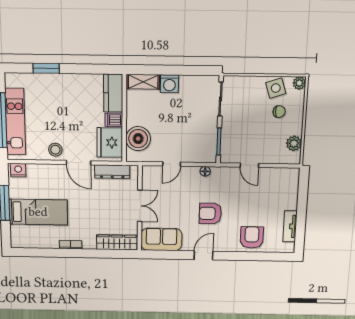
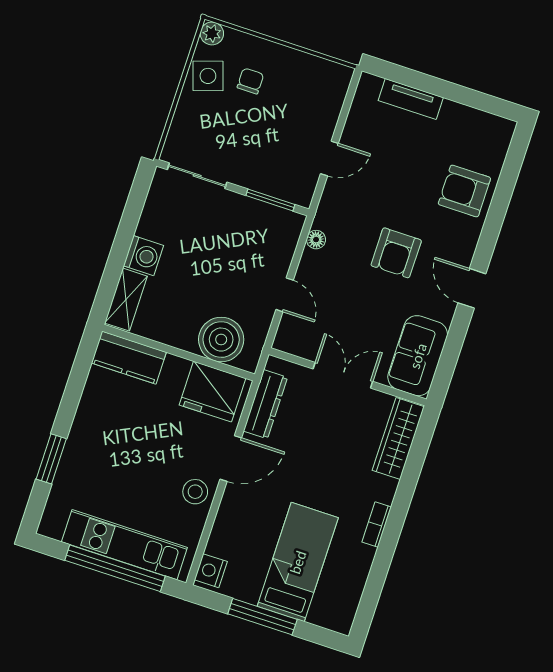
dishwasher: (114, 120) -> (175, 371), removed
plant: (294, 143) -> (314, 70), removed
tv unit: (290, 226) -> (411, 99), moved

